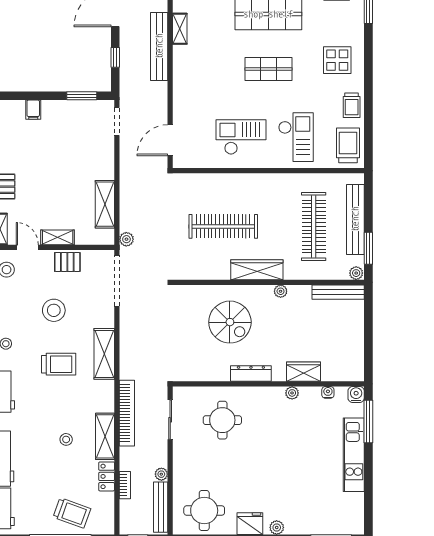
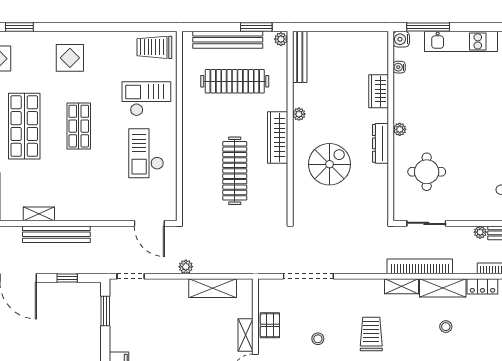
trolley: (352, 105) -> (115, 44), removed
plant: (126, 239) -> (186, 267), moved
doorway: (117, 281) -> (308, 276), moved
stool: (54, 310) -> (318, 339), width x0.53, depth x0.53
shelving: (104, 354) -> (402, 286), moved, width x0.67, depth x0.75
plant: (292, 393) -> (400, 129), moved

